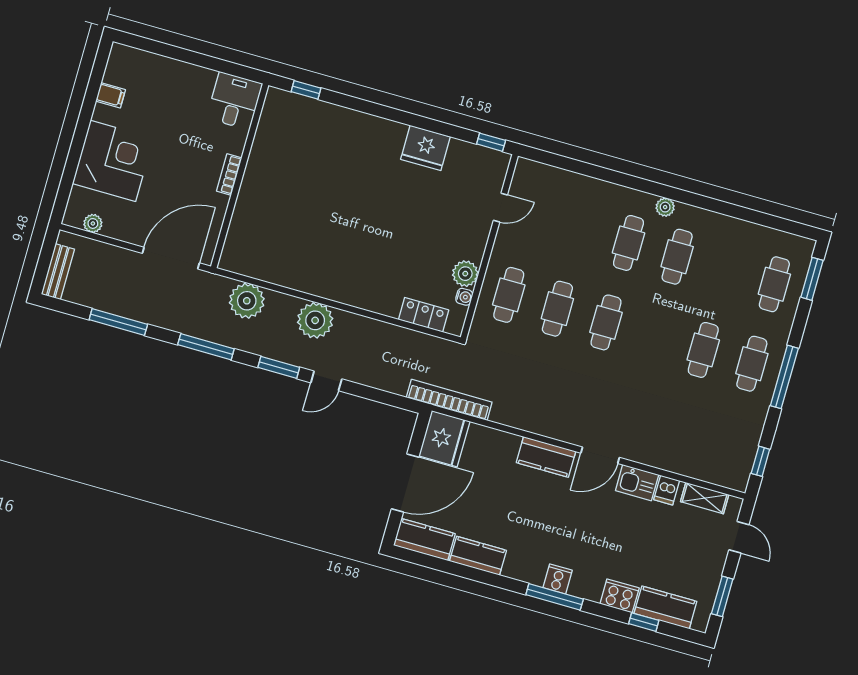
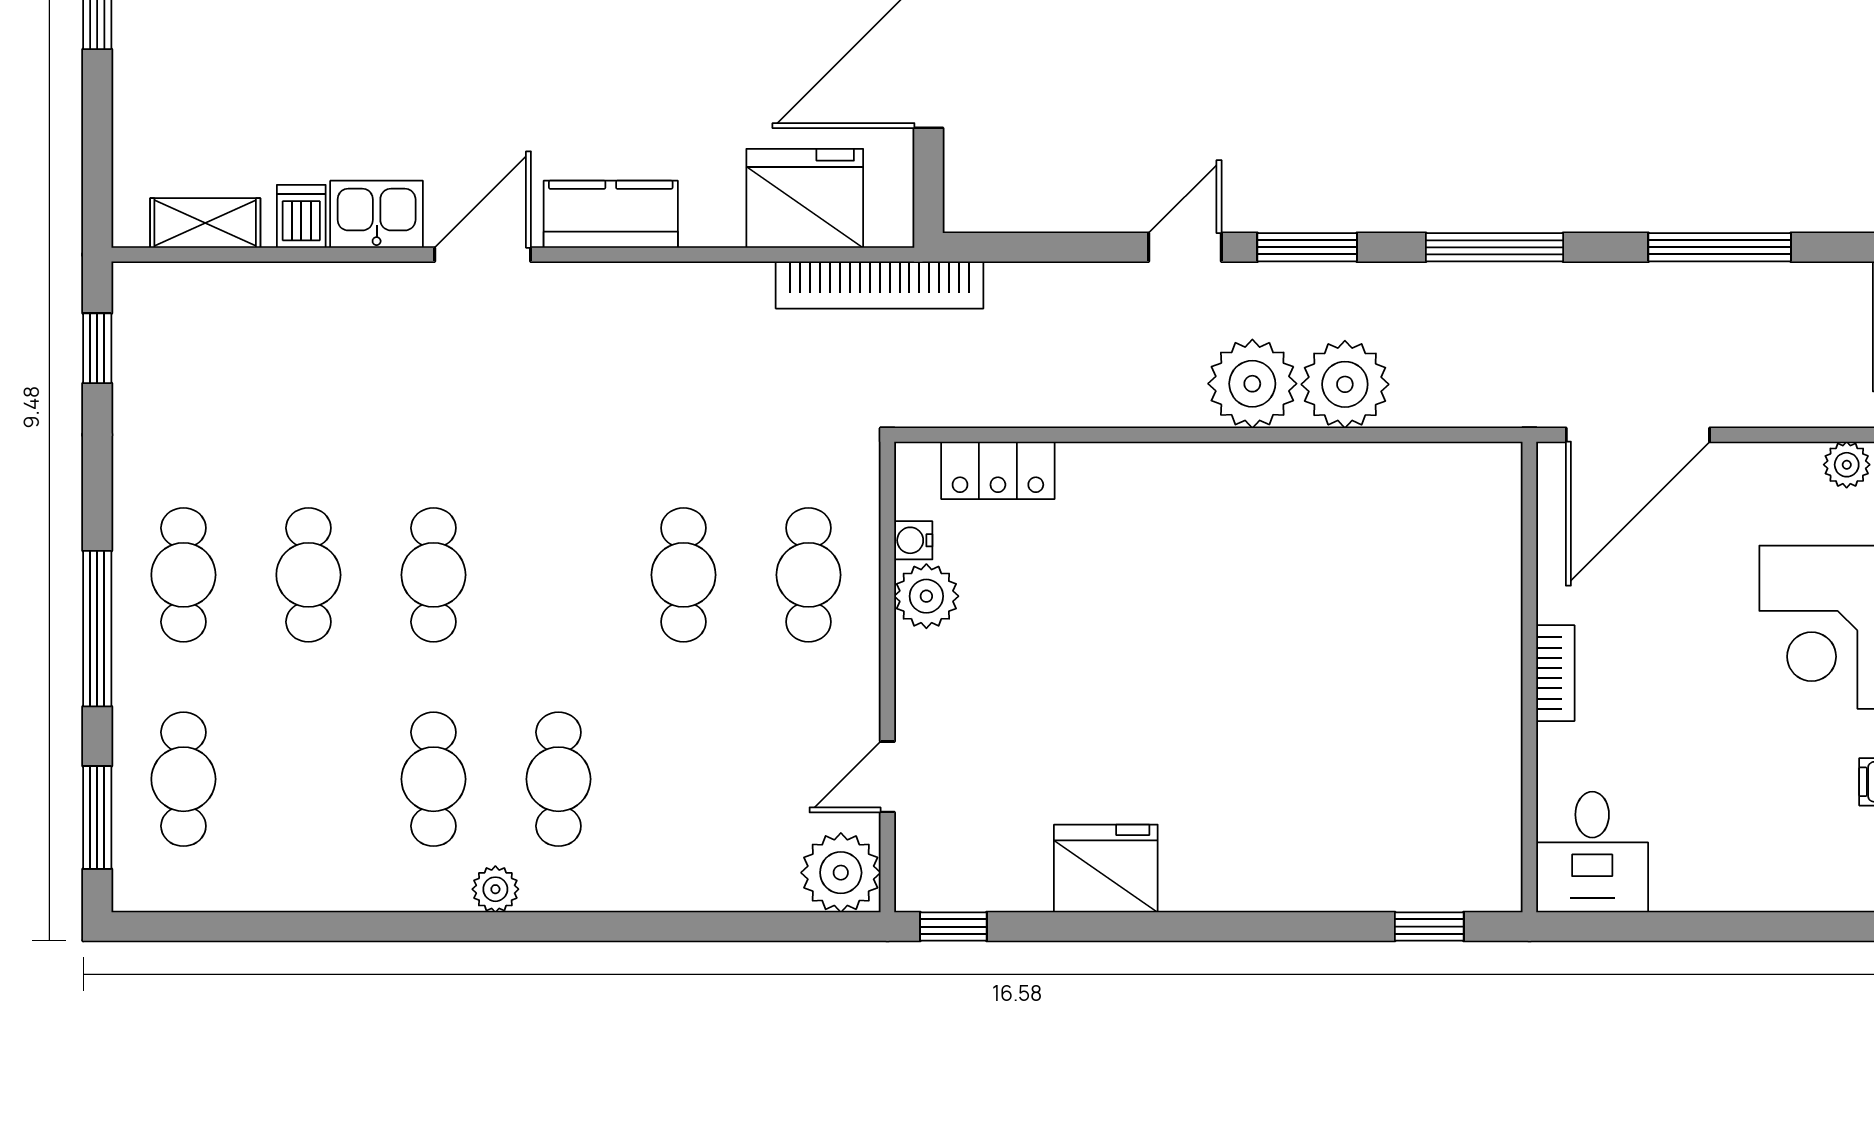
plant: (529, 176) -> (841, 873), added
plant: (247, 301) -> (1345, 384), moved
cafe table: (606, 322) -> (433, 575), moved
window: (784, 377) -> (97, 629), moved
fridge: (444, 439) -> (805, 198), moved, turned 90
door: (739, 537) -> (97, 153), removed

